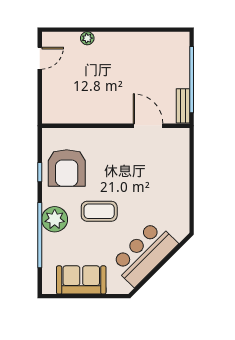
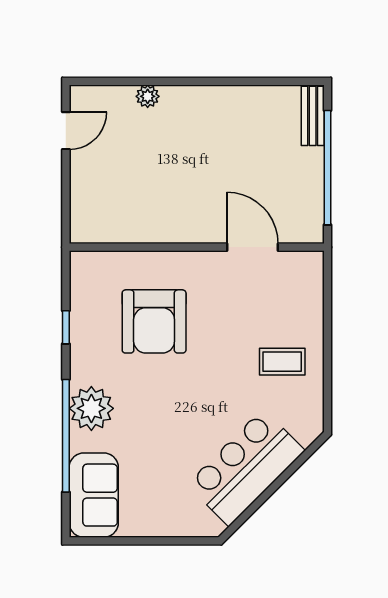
bench: (183, 106) -> (313, 116), moved
armchair: (67, 168) -> (154, 321), moved
coffee table: (99, 211) -> (282, 362), moved, width x0.73, depth x0.77
sofa: (81, 280) -> (94, 495), moved, turned 90

